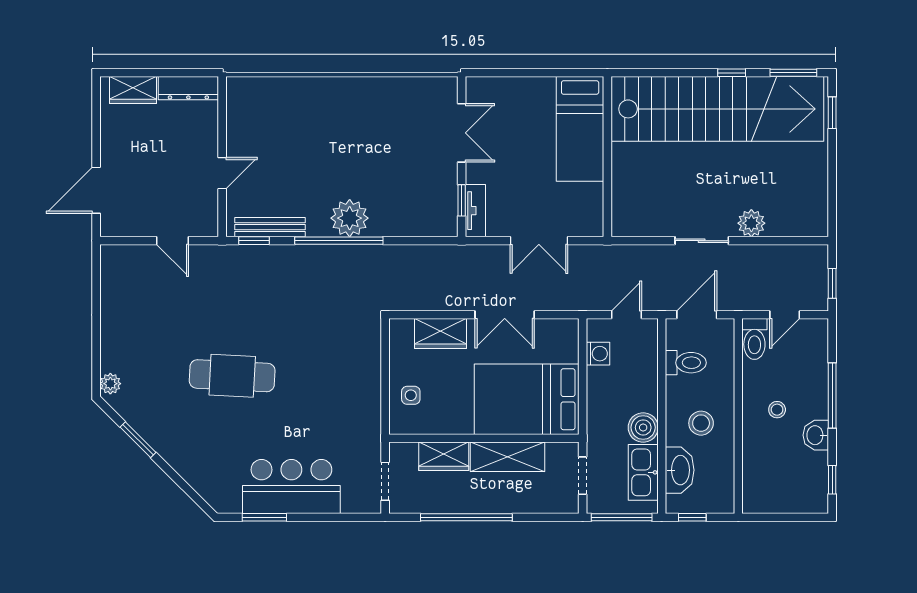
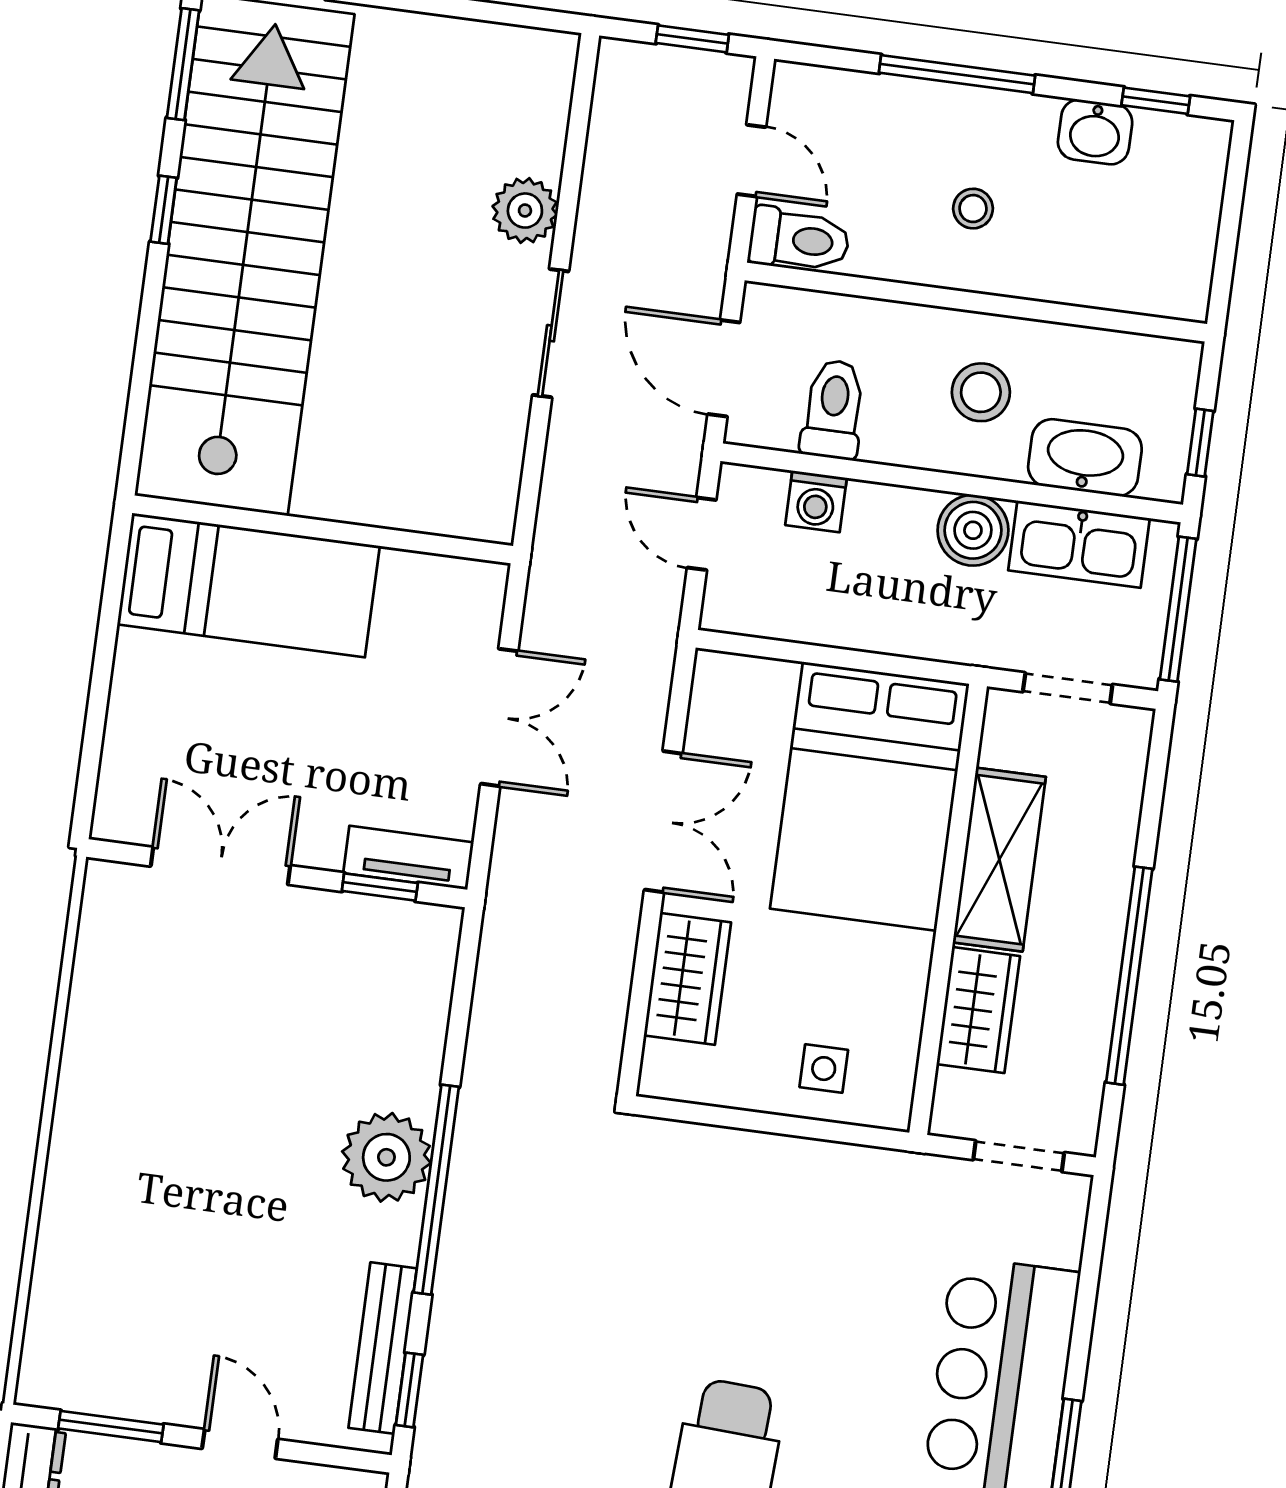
window: (222, 118) -> (111, 1427), added
washing machine: (598, 354) -> (816, 501), moved, turned 180
washbasin: (816, 435) -> (1095, 132), moved

